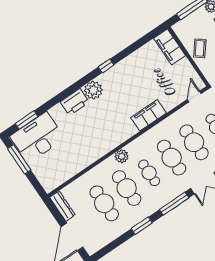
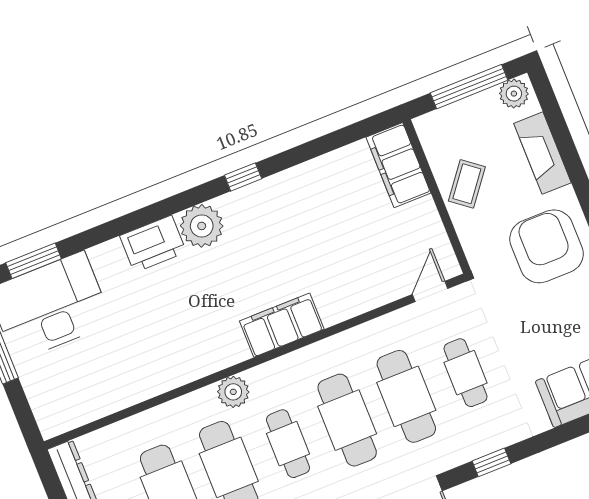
filing cabinet: (148, 115) -> (282, 325), moved

